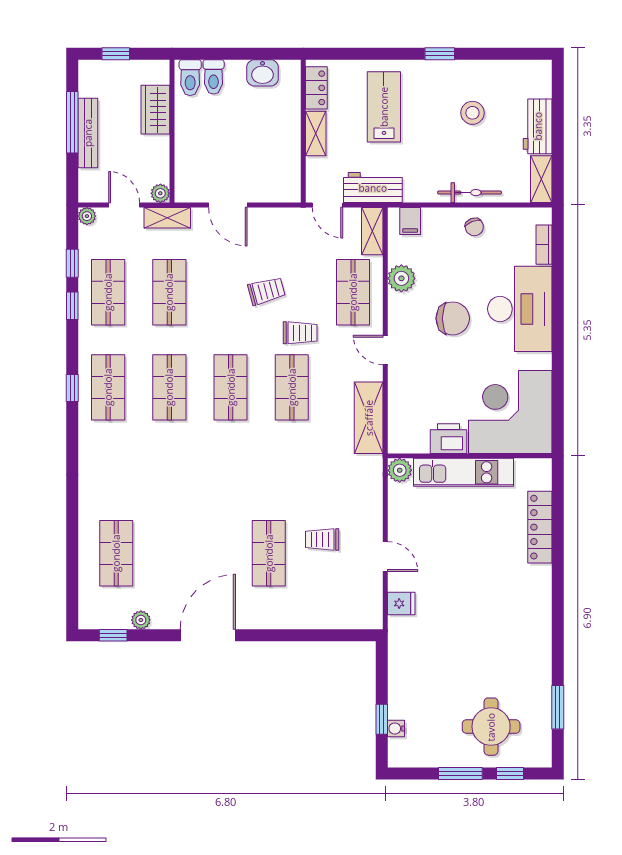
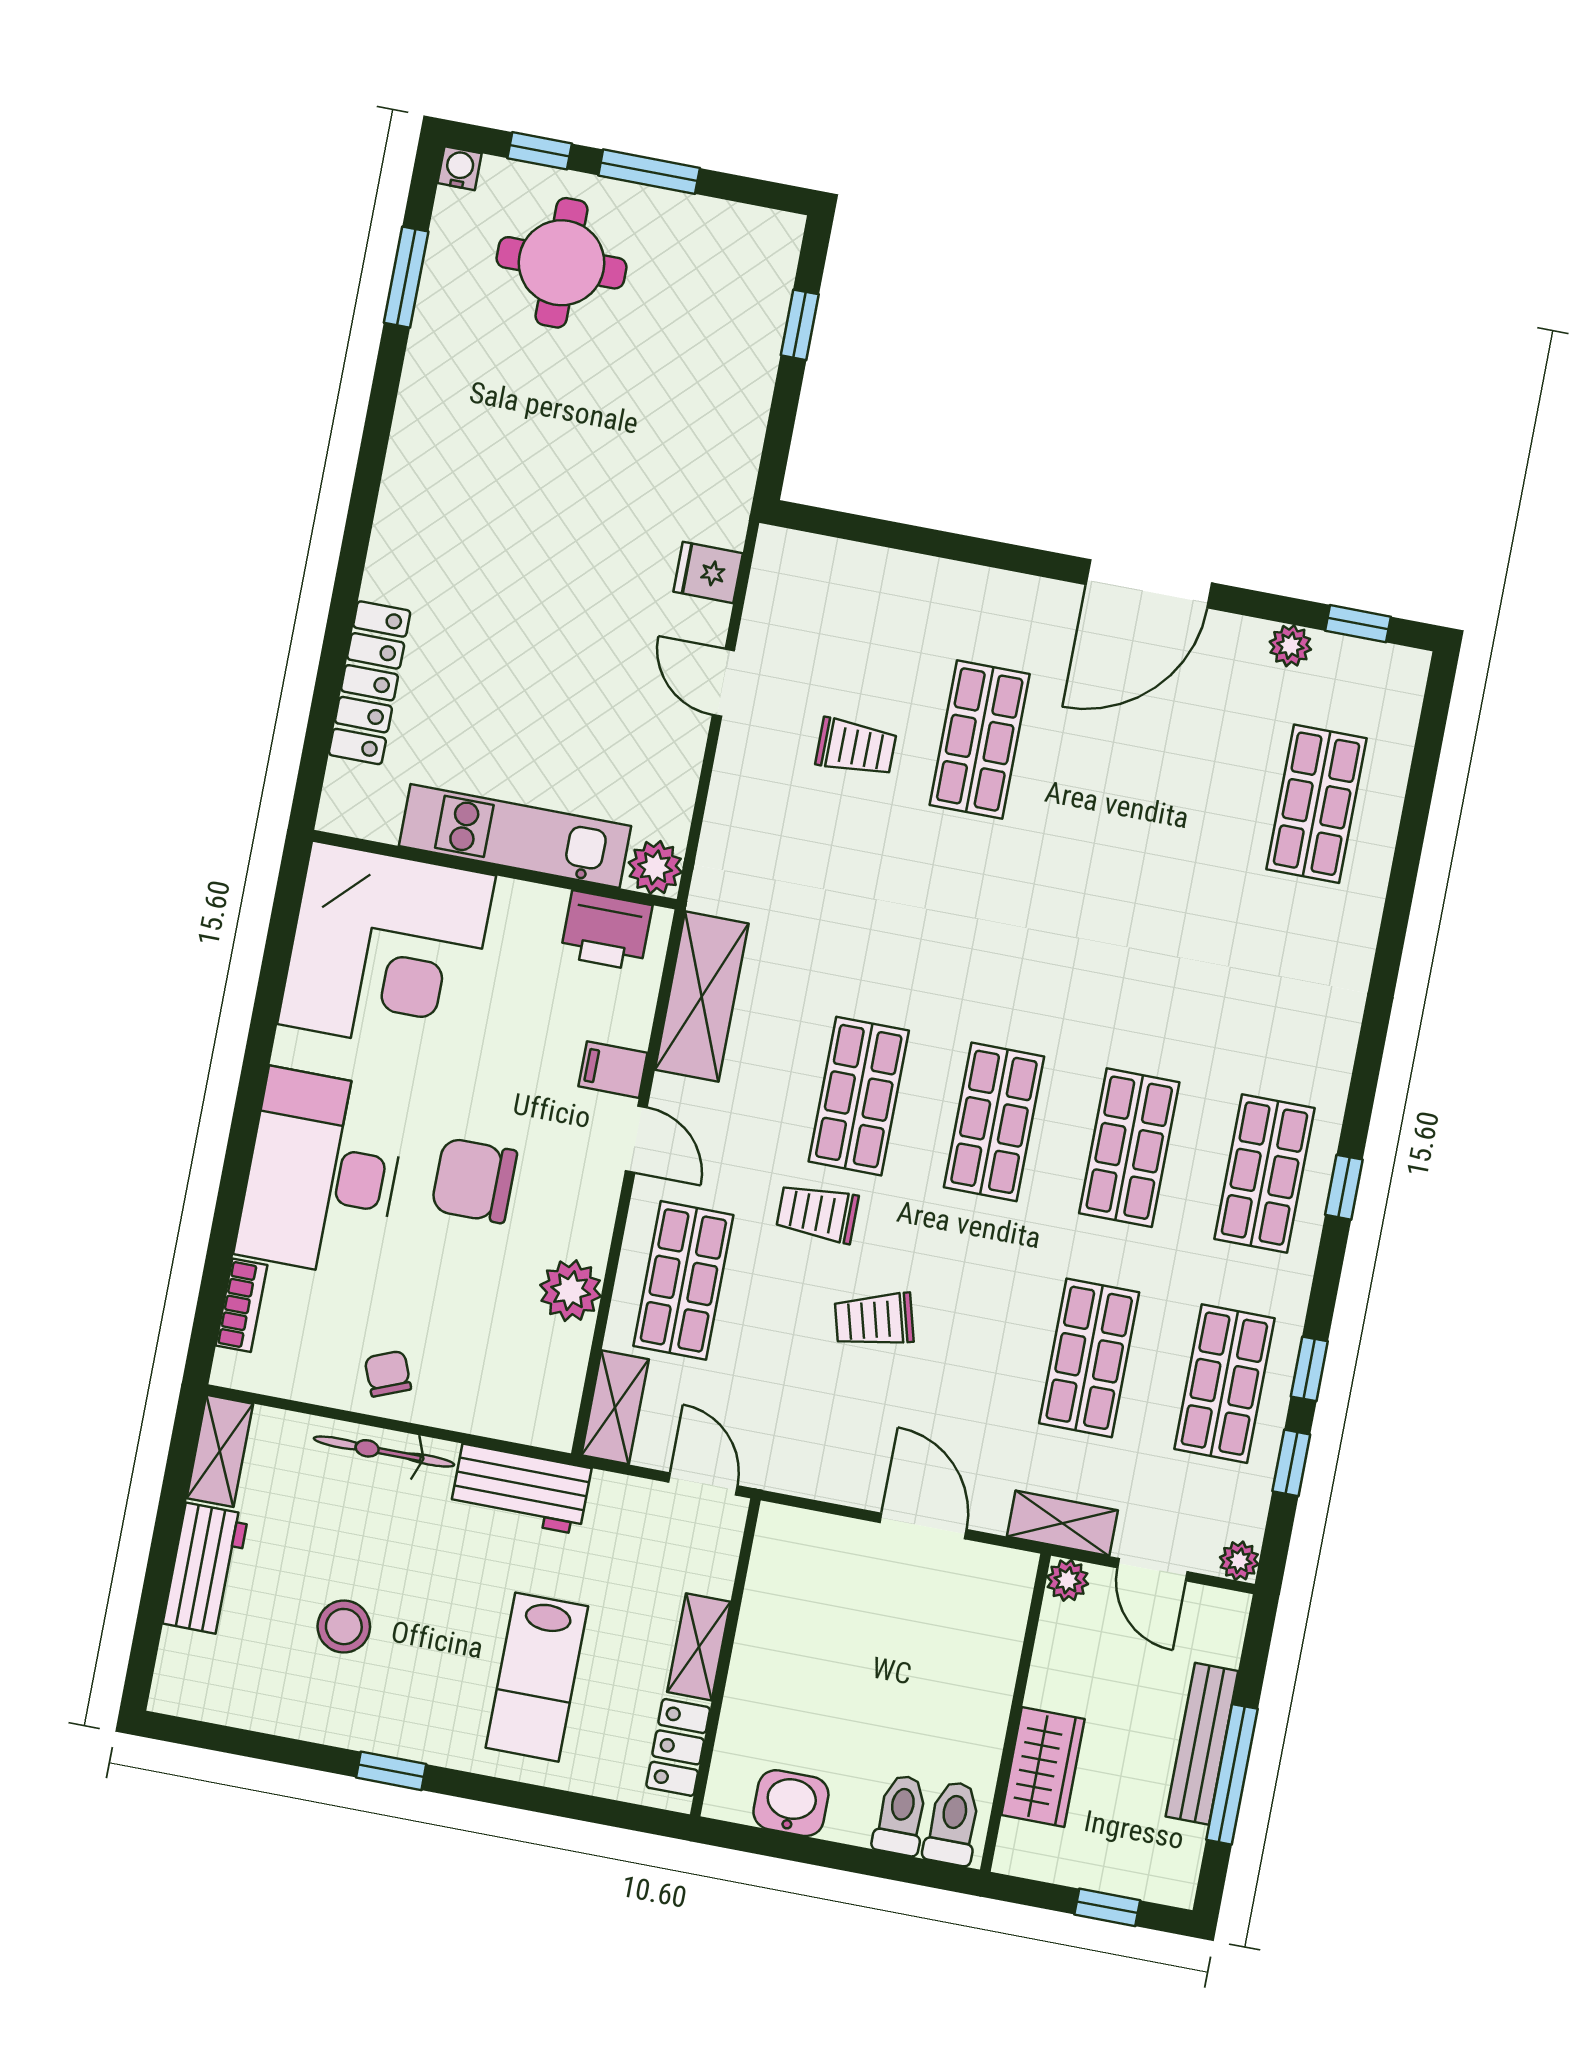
workbench: (373, 188) -> (521, 1489), moved
filing cabinet: (410, 221) -> (613, 1070), moved, turned -90
printer: (449, 439) -> (606, 931), moved
water cooler: (396, 728) -> (460, 168), moved, turned -90

